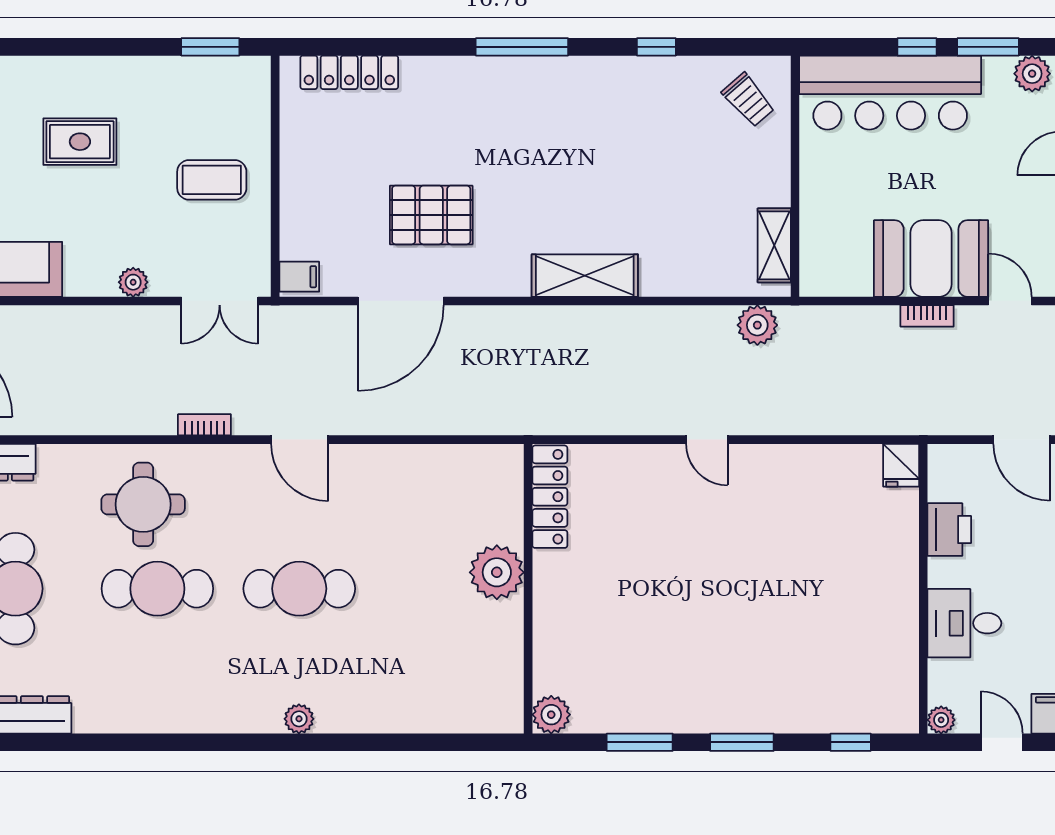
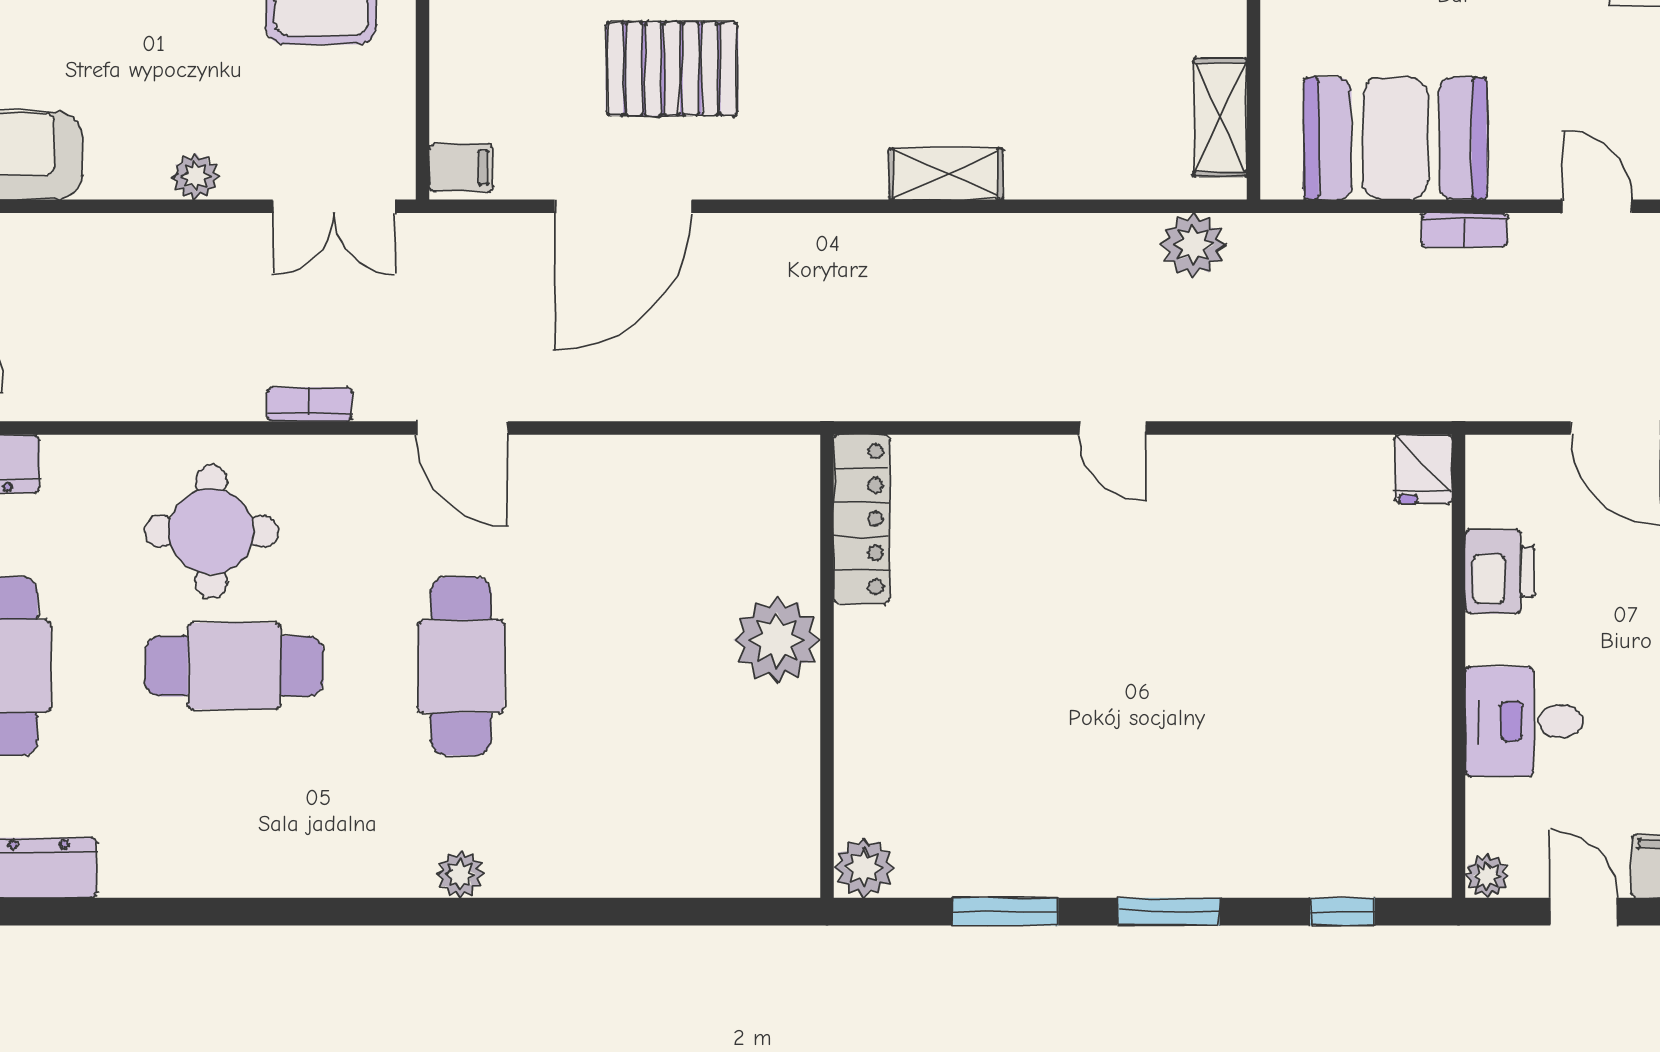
booth: (931, 259) -> (1395, 138), moved
shelving: (585, 276) -> (946, 174), width x0.67, depth x0.75
cafe table: (299, 589) -> (461, 666), turned 90

